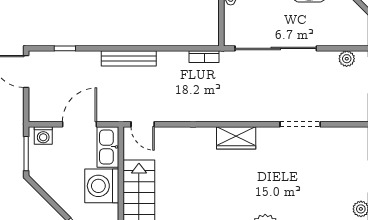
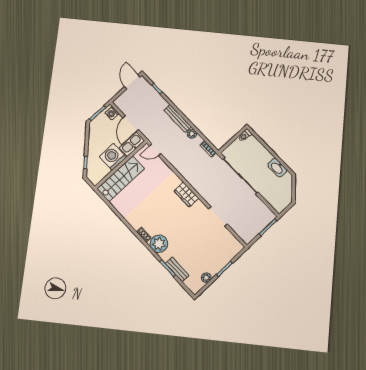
plant: (347, 59) -> (192, 134), moved
door: (80, 124) -> (131, 124), swing flipped
door: (143, 124) -> (155, 150), hinge flipped

